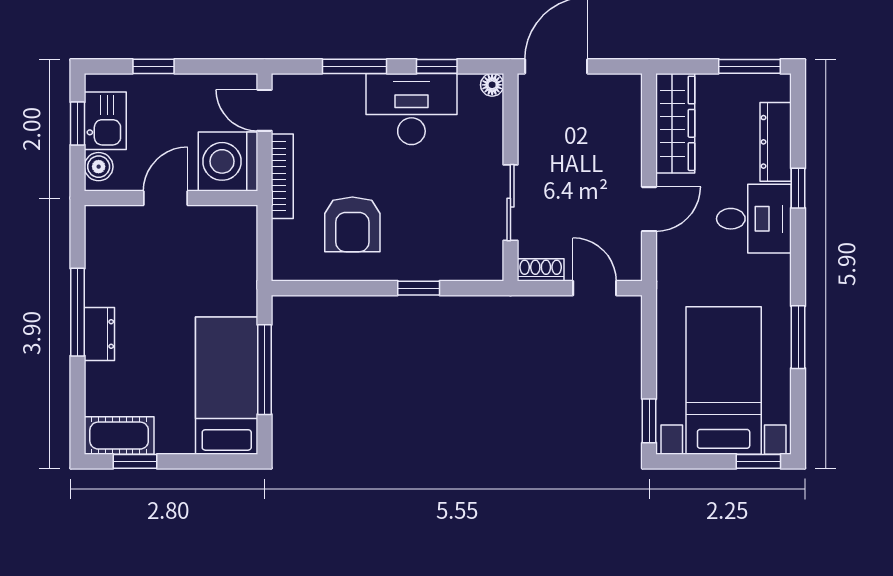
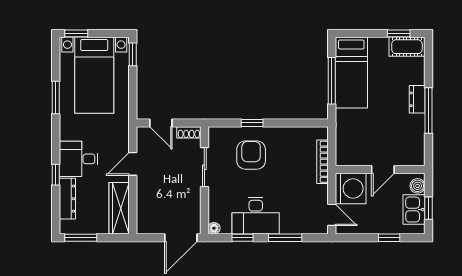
bookcase: (282, 176) -> (322, 162), moved
armchair: (352, 224) -> (251, 155), moved

